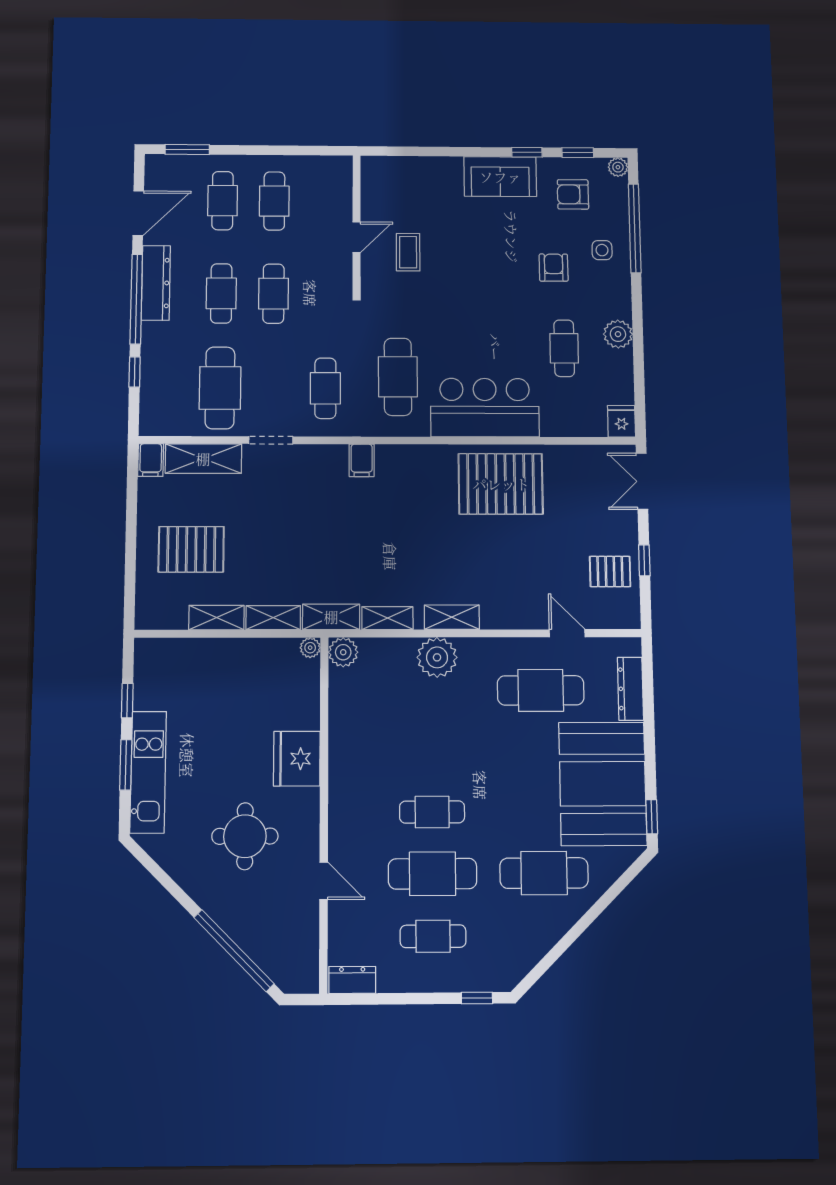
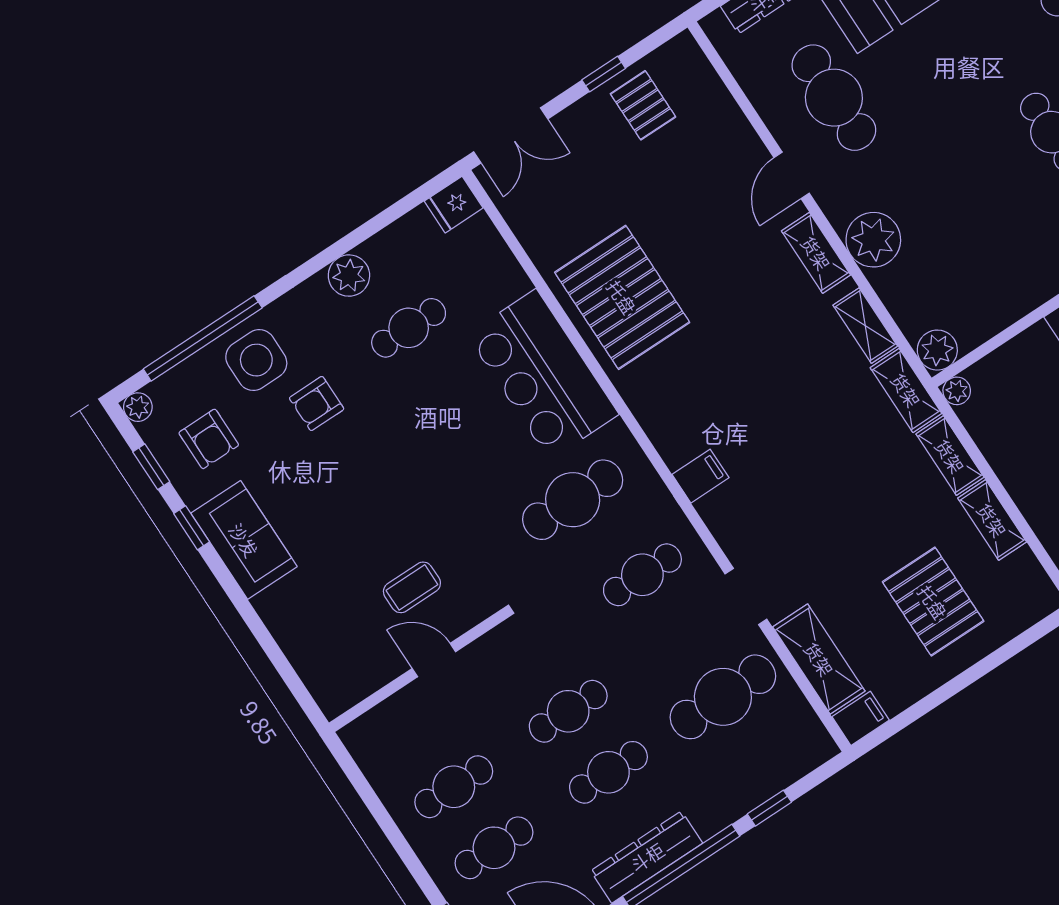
side table: (602, 250) -> (256, 360), width x1.87, depth x1.87
door: (567, 633) -> (792, 175), moved

